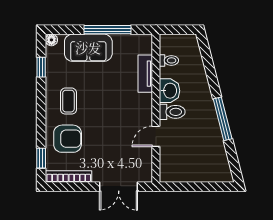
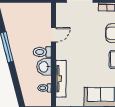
tv unit: (145, 74) -> (61, 79), width x1.41

